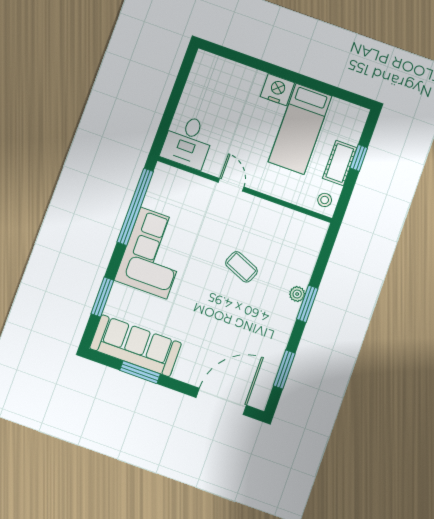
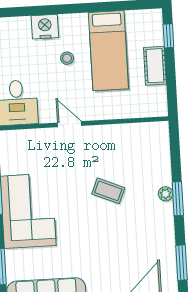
nightstand: (277, 90) -> (45, 27), moved
window: (359, 158) -> (168, 36), moved
stool: (325, 200) -> (67, 58), moved

